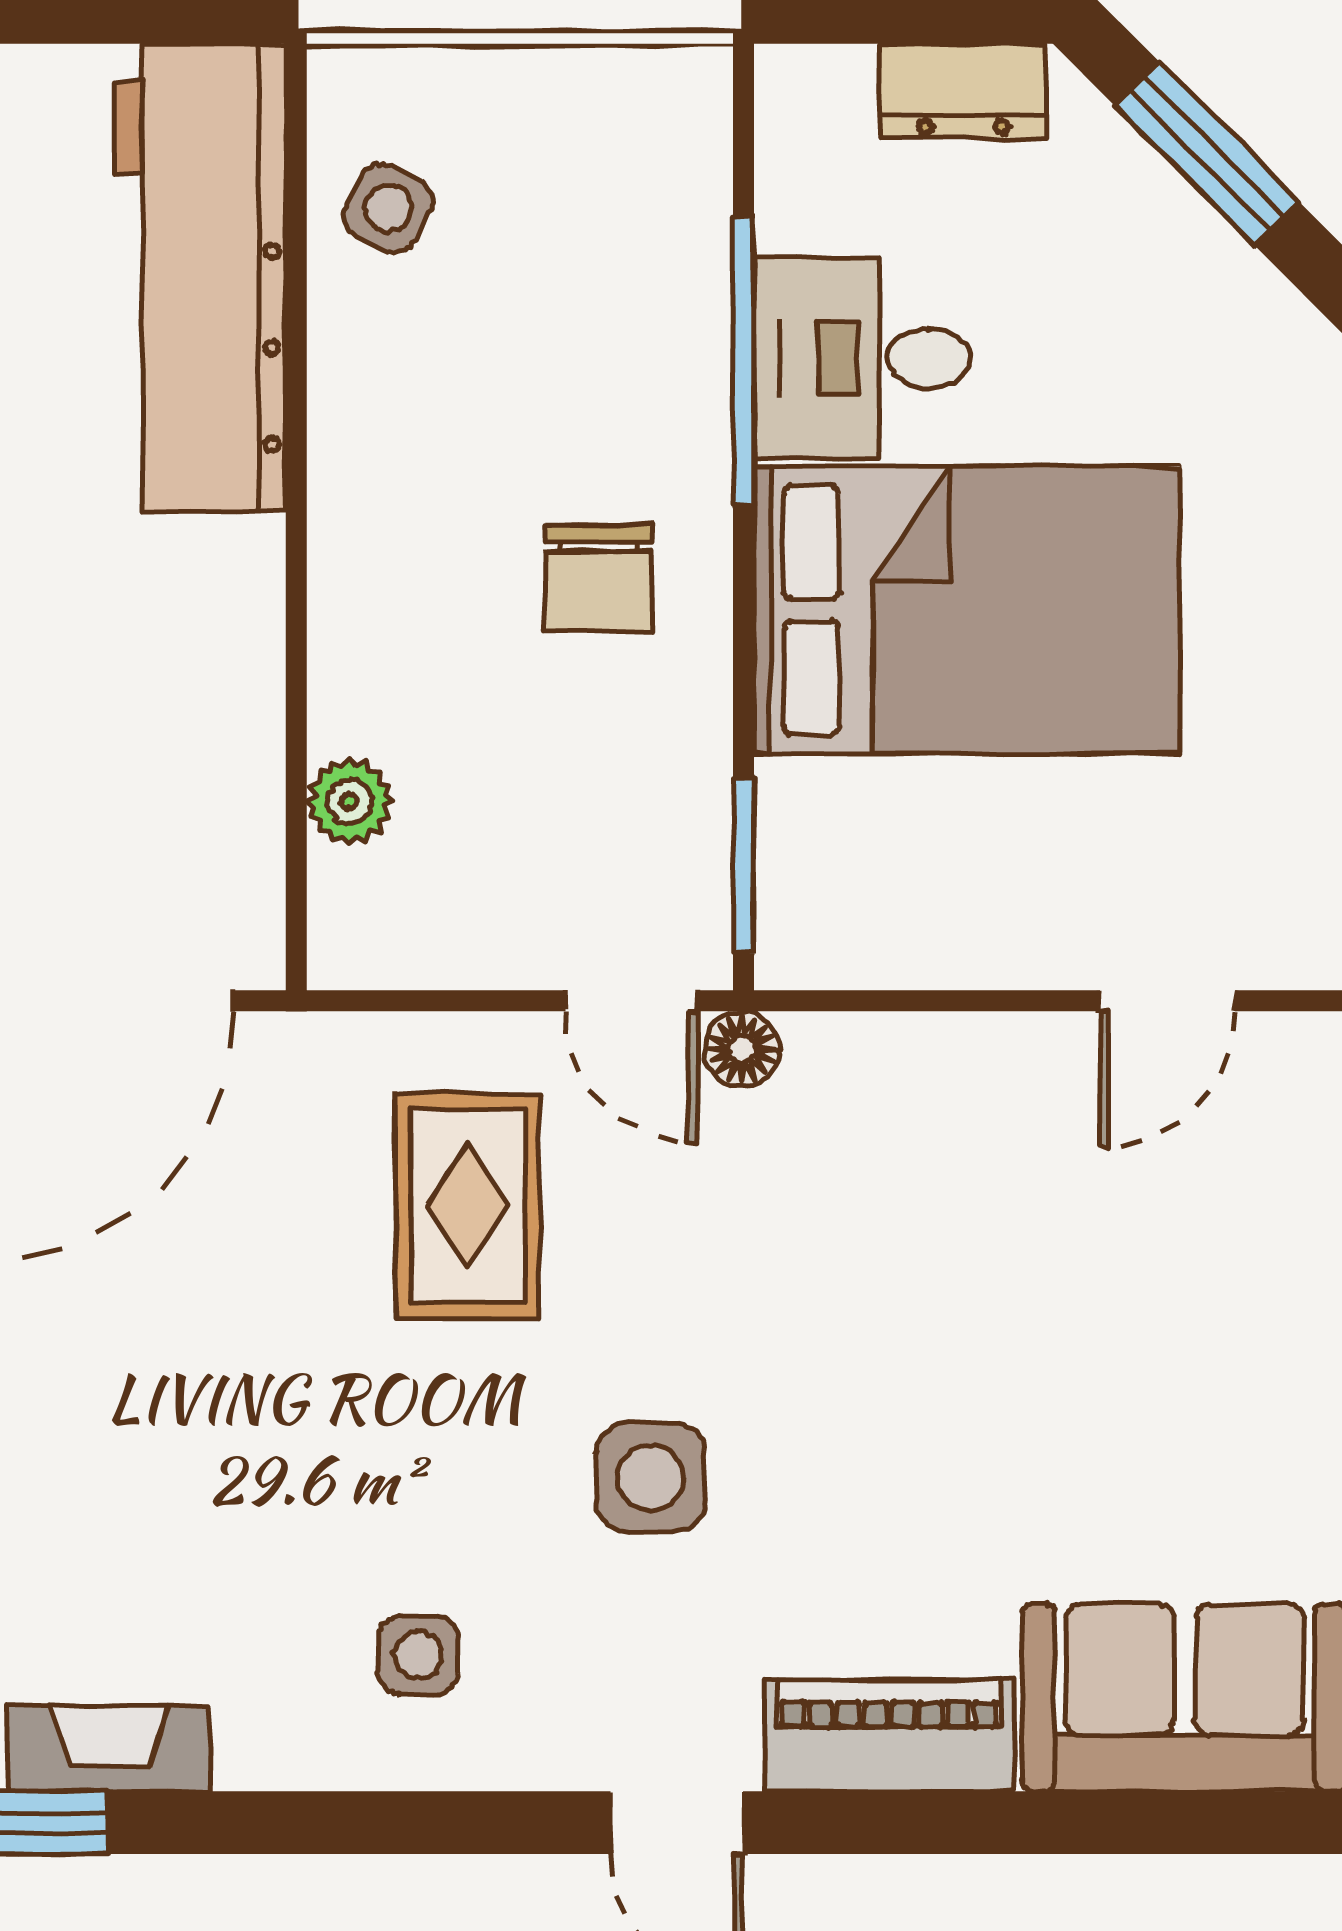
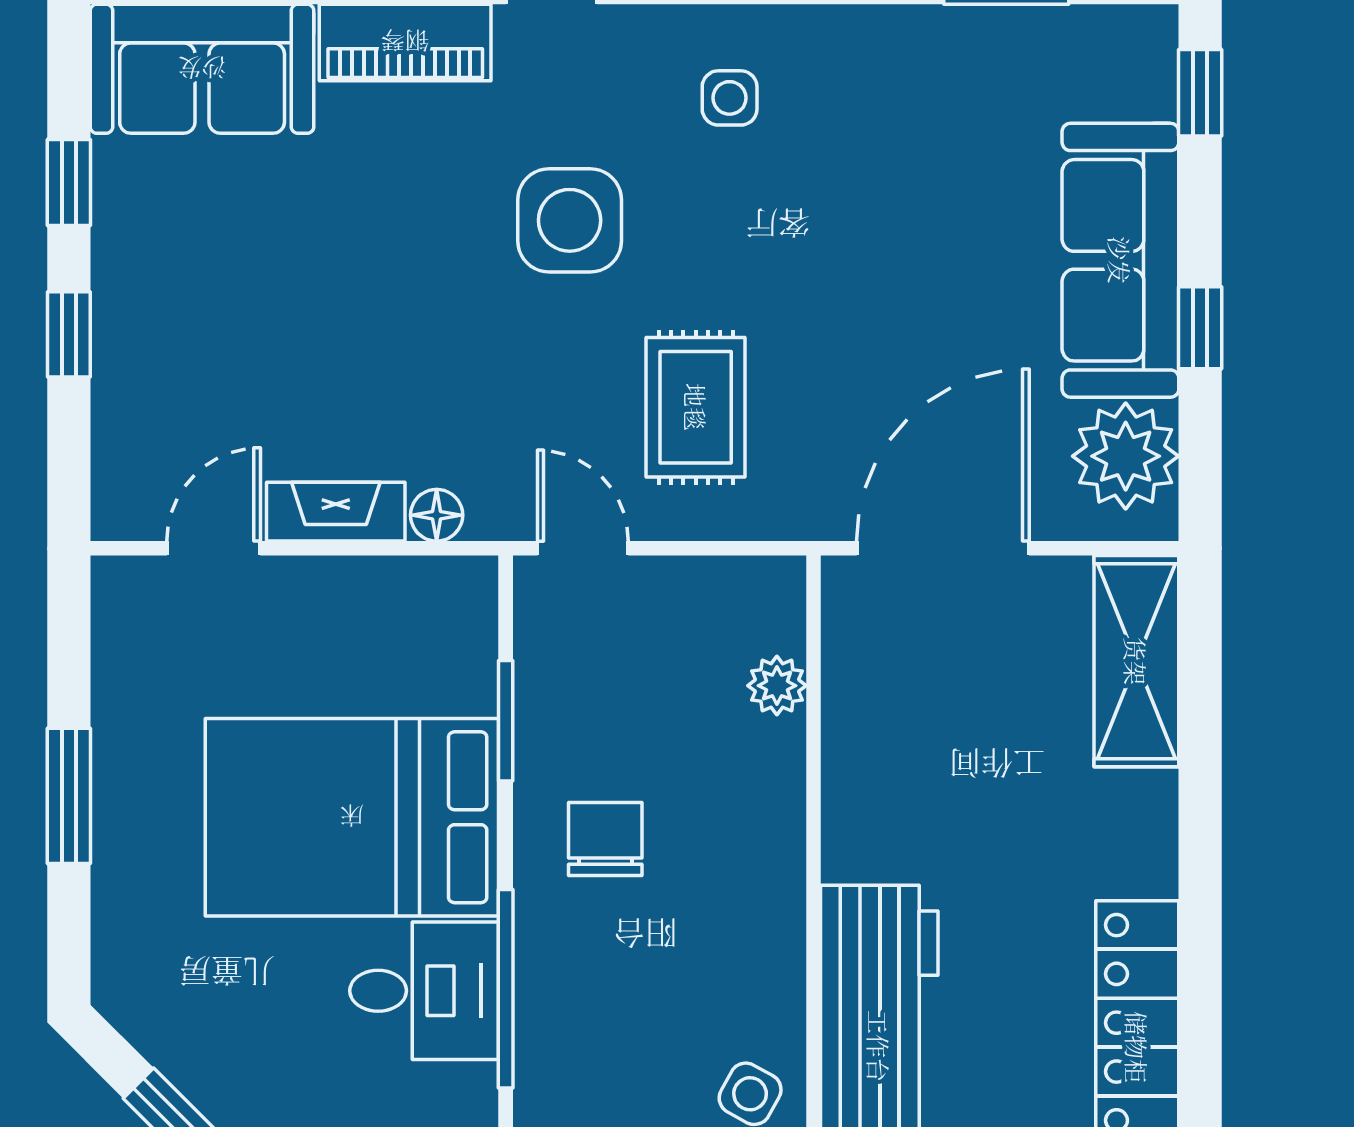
window: (744, 866) -> (506, 721), moved
floor lamp: (742, 1049) -> (437, 515), moved
side table: (651, 1477) -> (570, 220), width x1.37, depth x1.37
fireplace: (109, 1749) -> (336, 512), moved, turned 180

